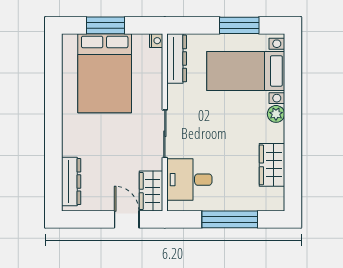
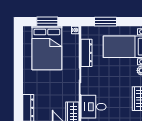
window: (239, 25) -> (106, 22), moved
dresser: (177, 58) -> (86, 53), moved

